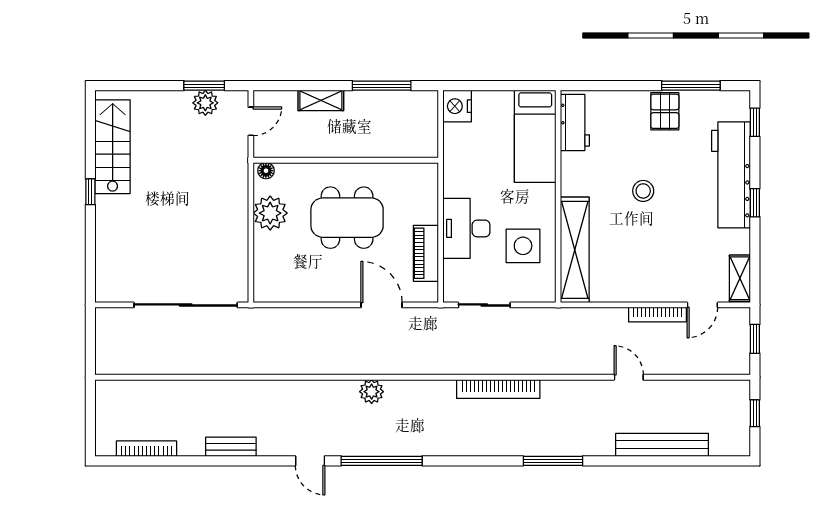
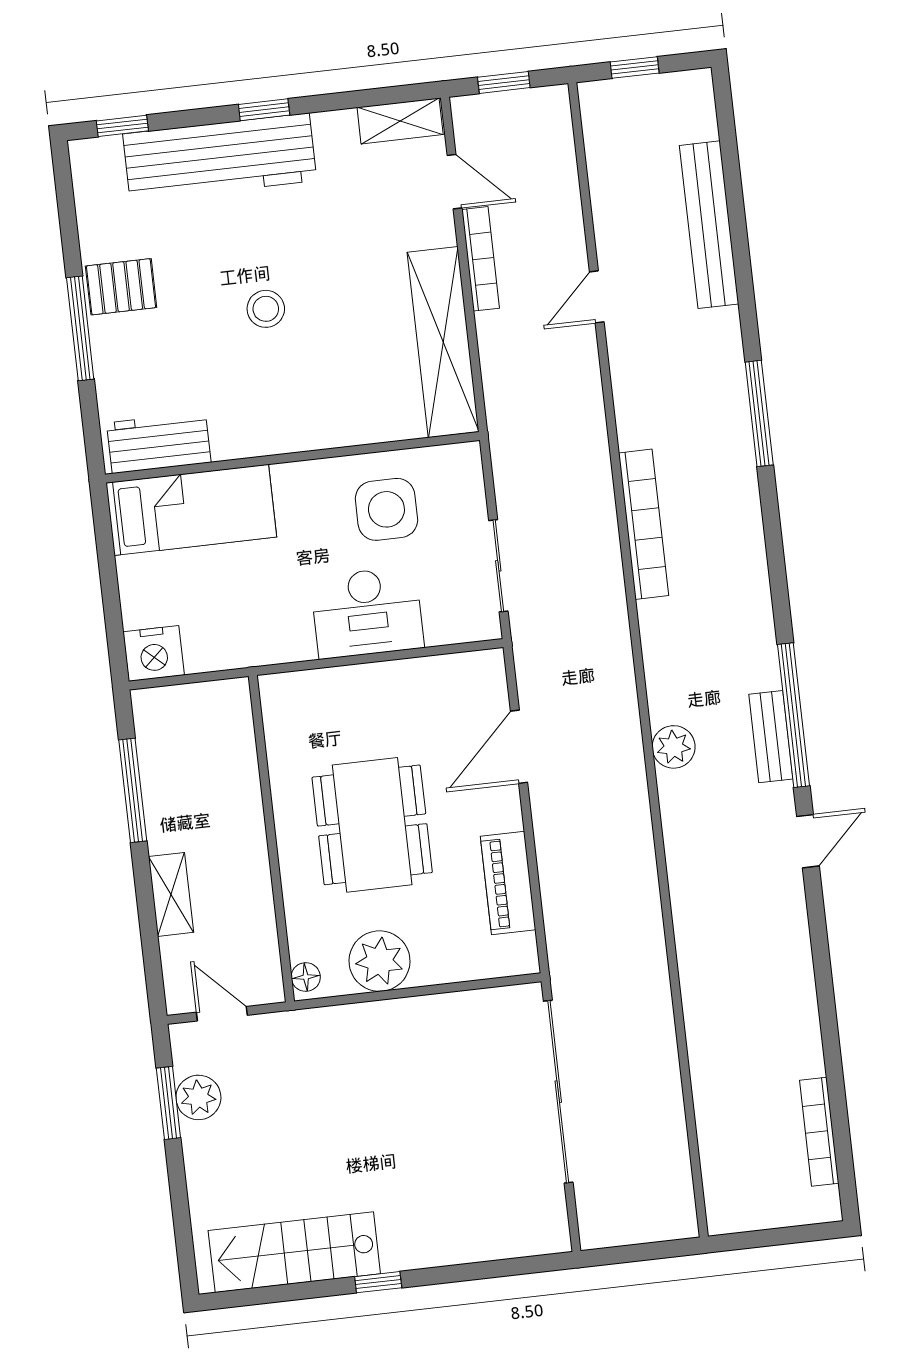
window: (691, 86) -> (80, 328), moved
shelving: (575, 250) -> (443, 342), moved, turned 90
piano: (426, 253) -> (508, 883), moved, turned 90
bench: (231, 447) -> (771, 737), moved

